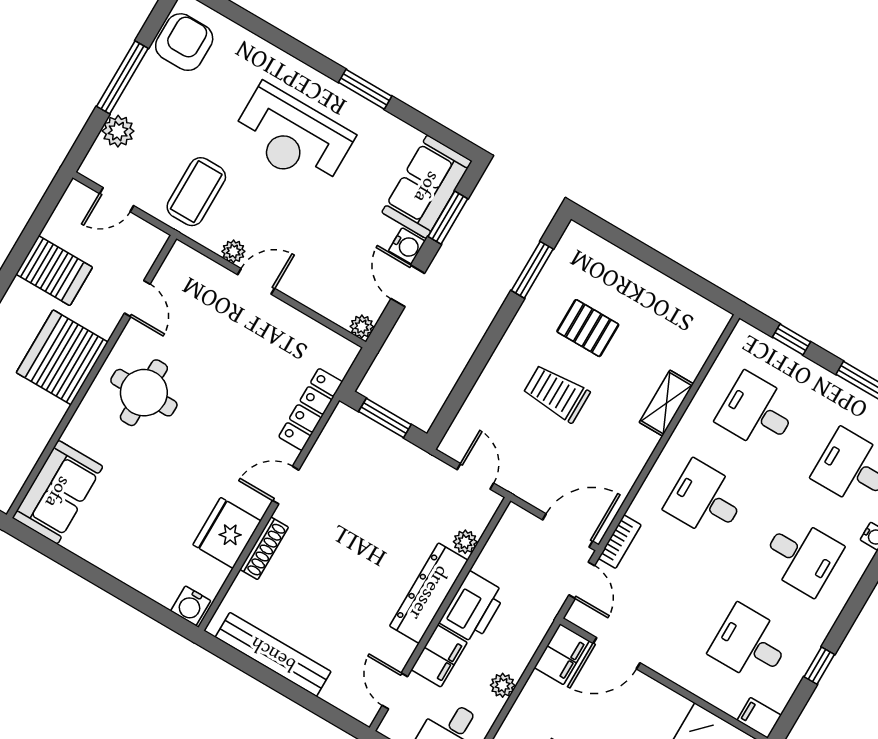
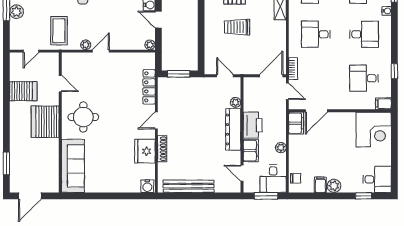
plant: (118, 131) -> (17, 12), moved
sofa: (58, 492) -> (73, 166), width x1.36

